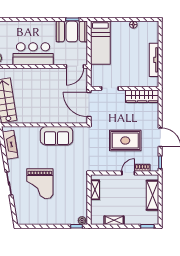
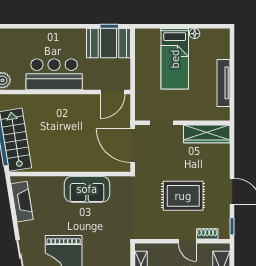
bed: (100, 43) -> (175, 59), moved
door: (128, 173) -> (187, 241), swing flipped

